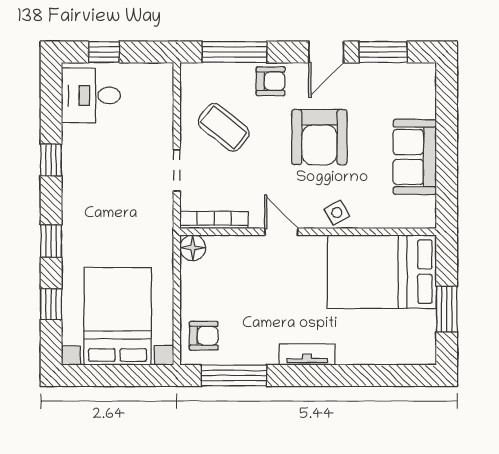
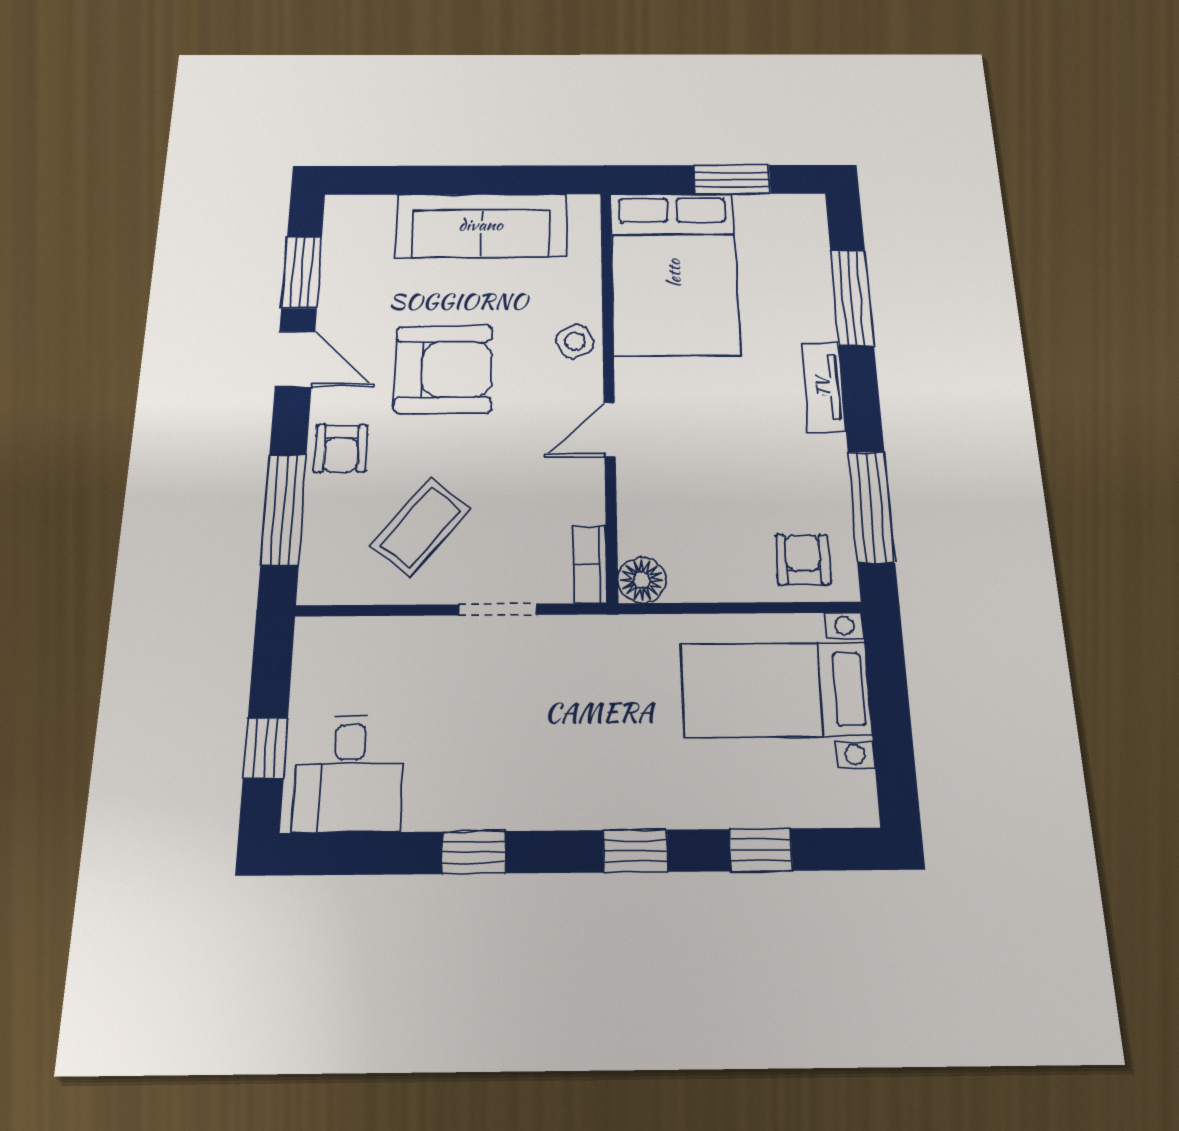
armchair: (271, 81) -> (341, 448), turned 180
sofa: (415, 157) -> (481, 225), width x1.36
bookcase: (214, 220) -> (590, 564), width x0.64
bed with nightstands: (118, 316) -> (775, 689), width x0.73
window: (365, 375) -> (852, 298), added

